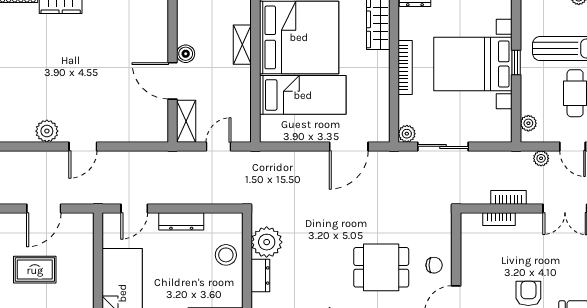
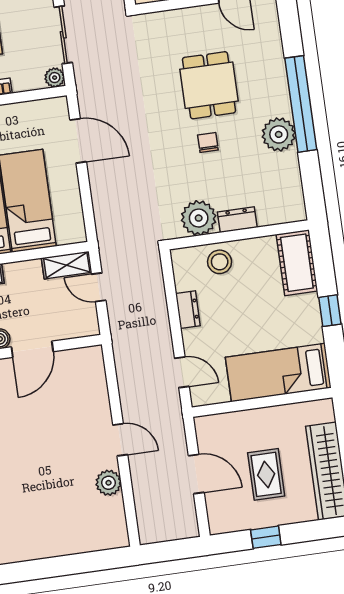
shelving: (186, 121) -> (67, 265), moved
dresser: (181, 221) -> (188, 310), width x0.70
chair: (434, 265) -> (208, 142), moved

